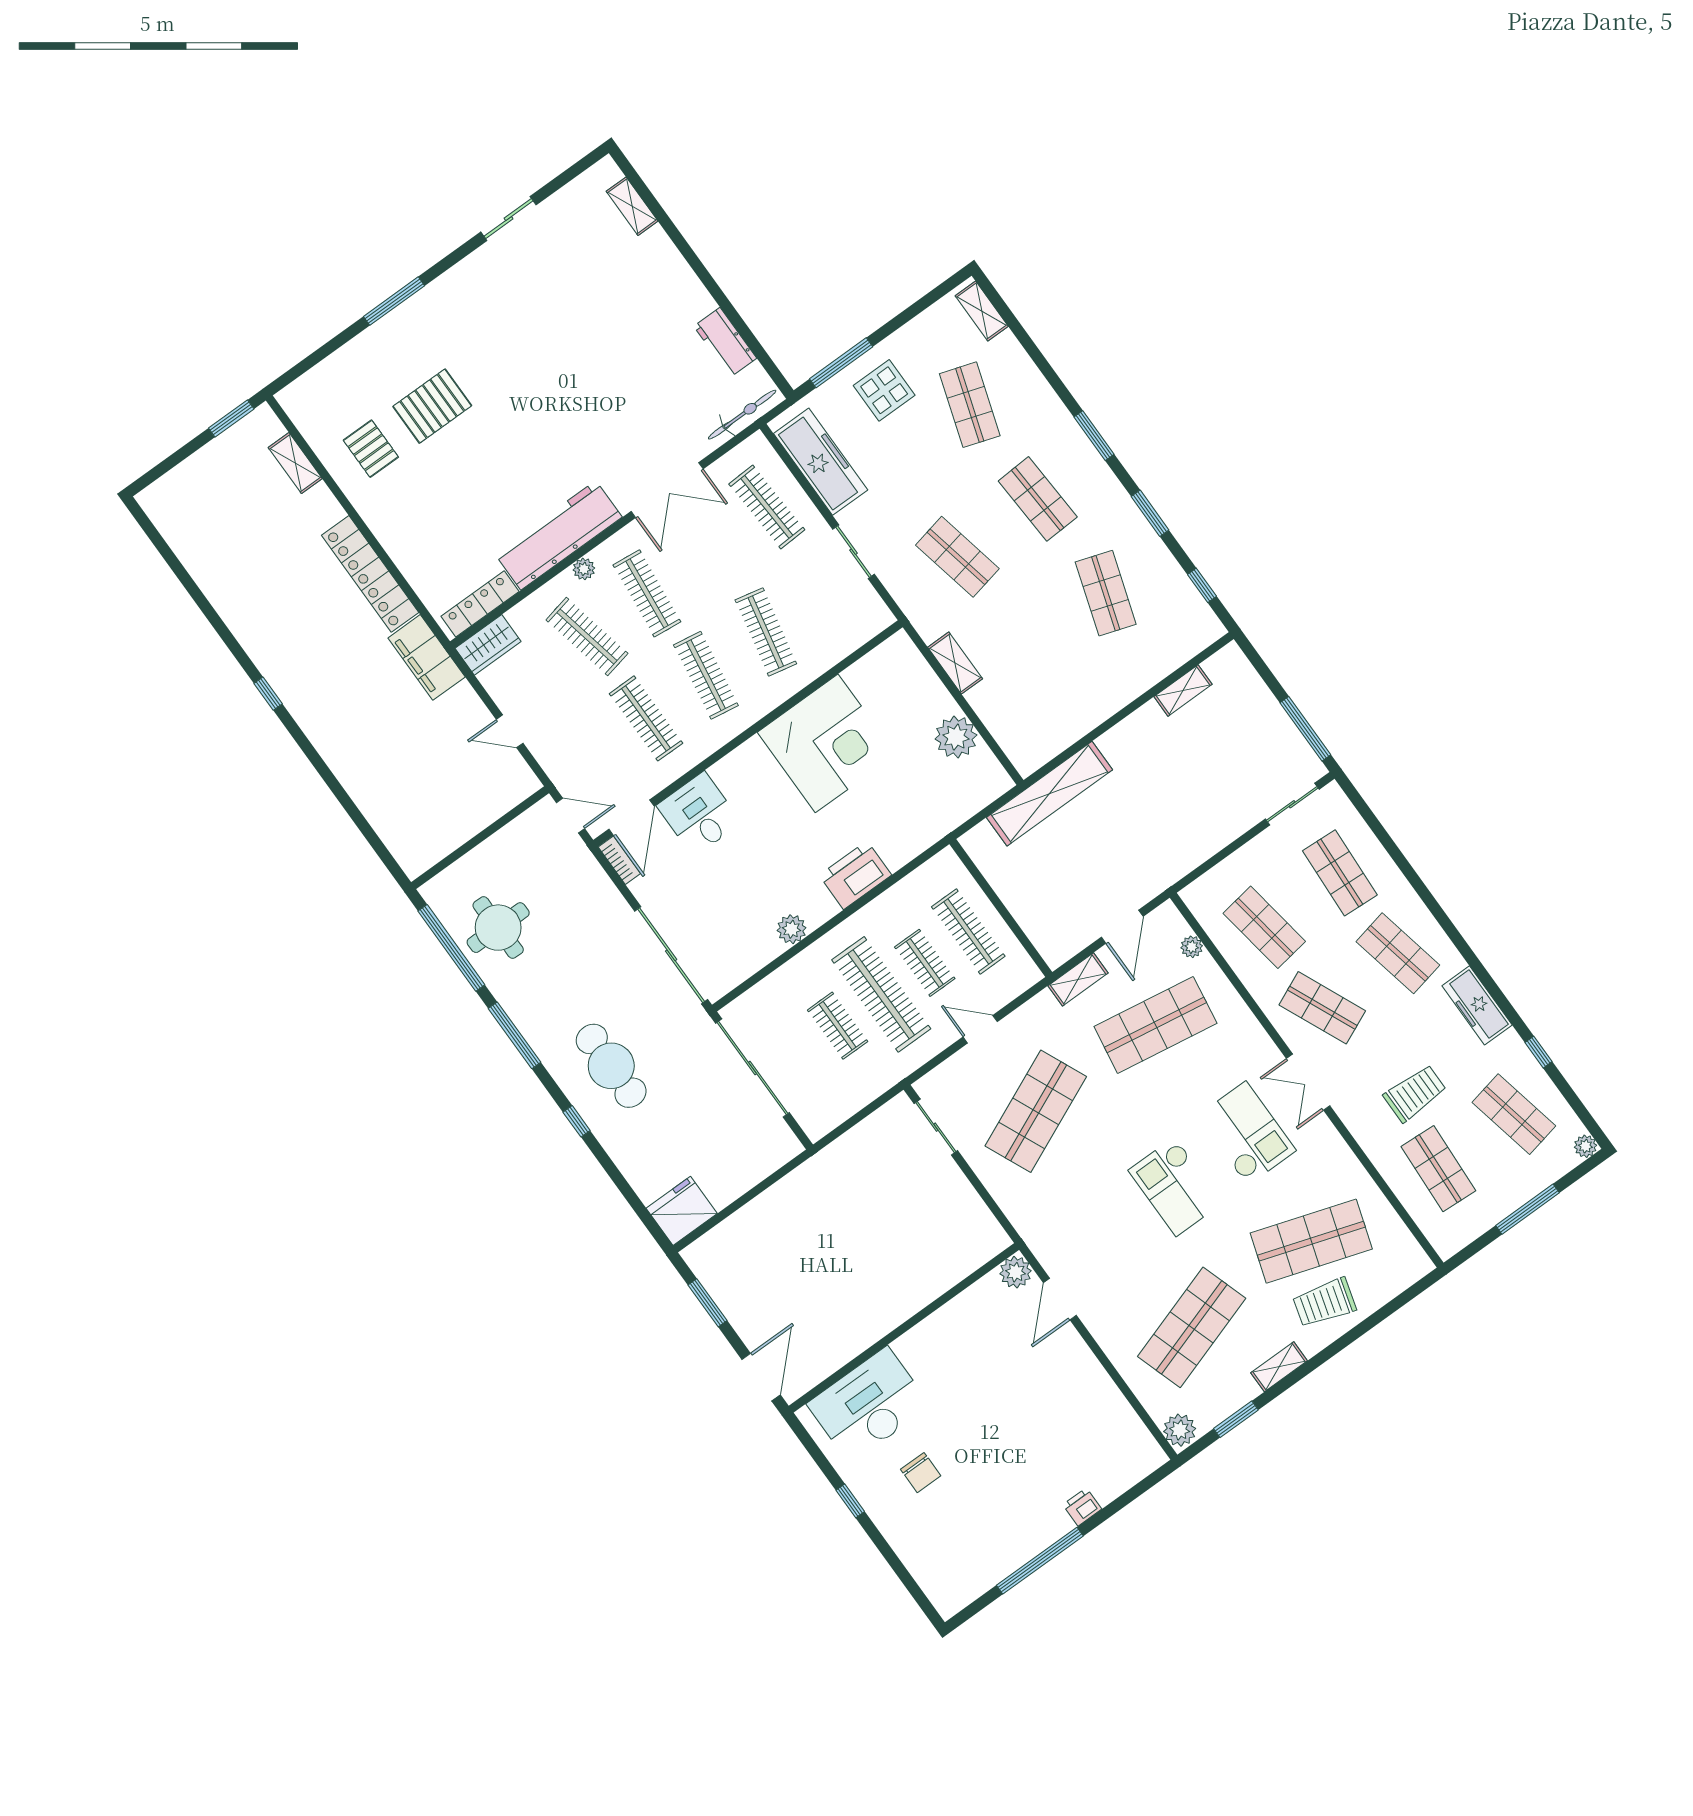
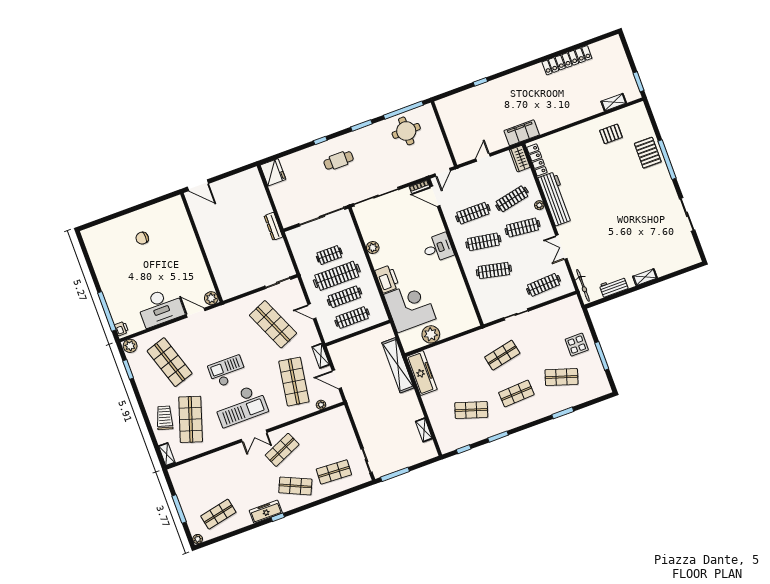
shelving: (632, 206) -> (645, 277), moved
sliding door: (509, 218) -> (687, 214), width x1.37
window: (394, 301) -> (667, 160), width x1.46
shelving: (982, 311) -> (597, 392), removed
window: (841, 363) -> (602, 356), moved
pallet: (432, 406) -> (648, 153), moved
window: (1094, 436) -> (563, 413), moved
freezer: (821, 462) -> (422, 373), moved, turned -90
double door: (667, 490) -> (561, 247), width x0.73
locker: (370, 574) -> (567, 60), moved, turned 180
shelving: (955, 663) -> (460, 342), removed
window: (268, 694) -> (480, 82), moved
corner desk: (827, 743) -> (410, 307), moved, turned 180
desk: (699, 814) -> (438, 248), moved
shop shelf: (1264, 927) -> (321, 436), removed
shop shelf: (1398, 953) -> (295, 486), turned 36
clothes rail: (925, 963) -> (344, 297), width x1.36
door: (980, 1029) -> (312, 311), swing flipped
window: (515, 1035) -> (361, 125), width x0.69
window: (1539, 1052) -> (278, 517), moved
cafe table: (611, 1066) -> (339, 160), width x0.73, depth x0.74
double door: (1308, 1082) -> (254, 436), swing flipped
trolley: (1415, 1093) -> (238, 477), removed
checkout: (1247, 1133) -> (241, 406), width x1.36, depth x1.21
shop shelf: (1438, 1169) -> (205, 478), removed
dresser: (807, 1175) -> (273, 226), added
window: (707, 1303) -> (234, 172), removed
shelving: (1279, 1367) -> (167, 454), moved
desk: (869, 1405) -> (160, 307), moved, turned 90
window: (850, 1501) -> (139, 207), removed
printer: (1082, 1507) -> (121, 329), moved
window: (1040, 1561) -> (107, 311), moved

